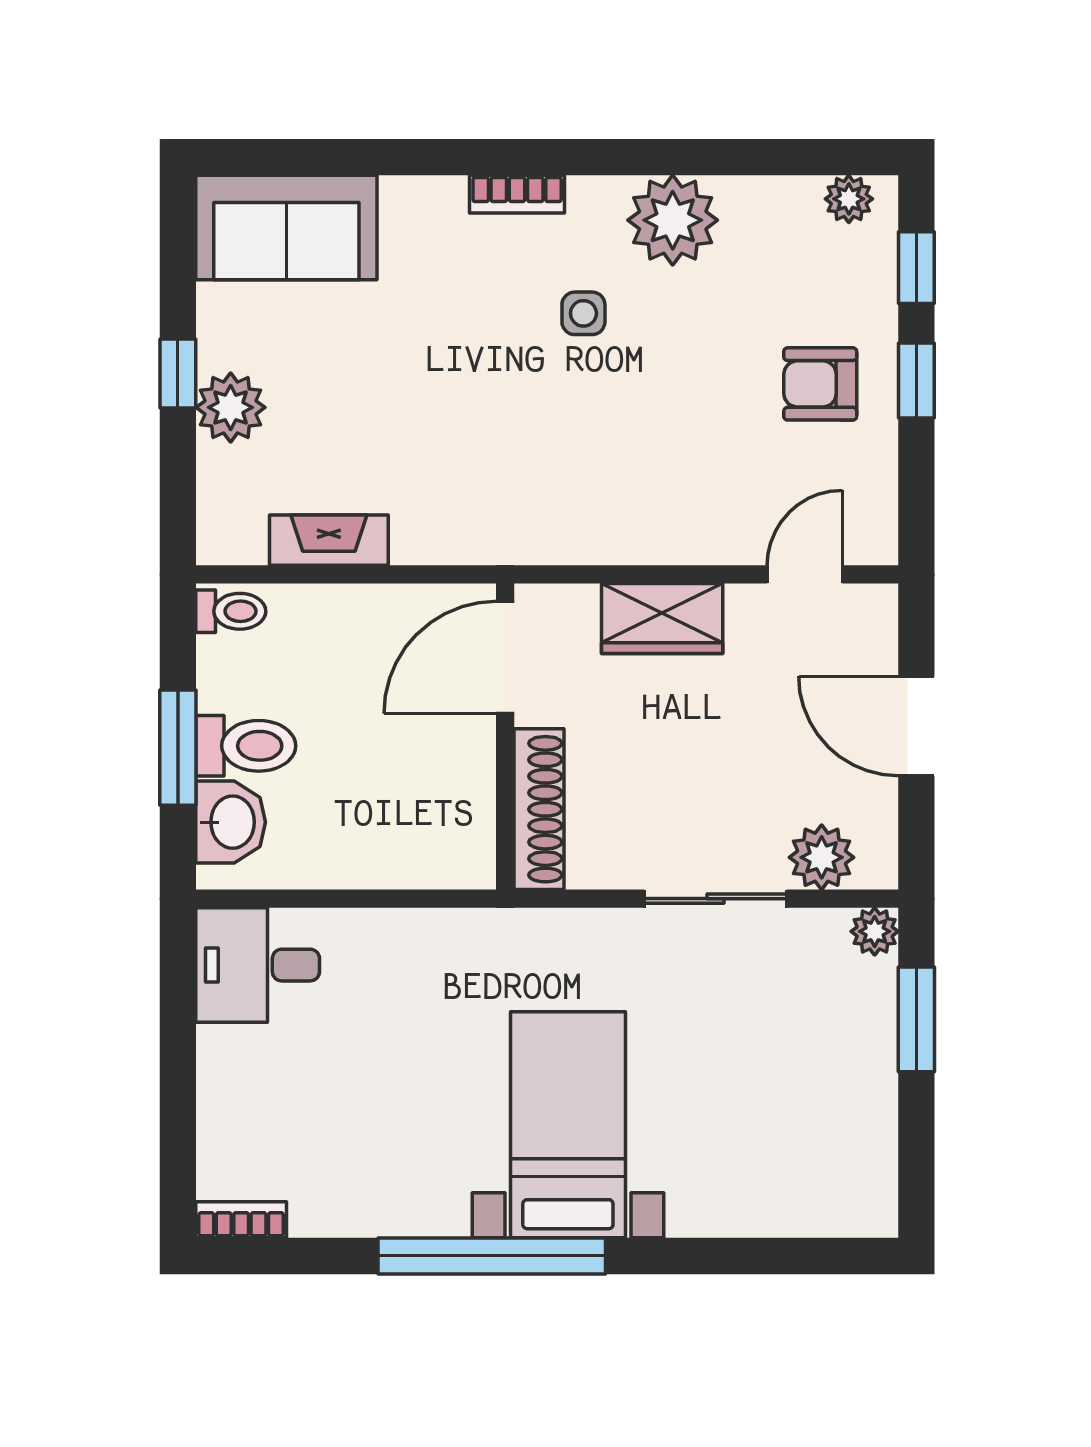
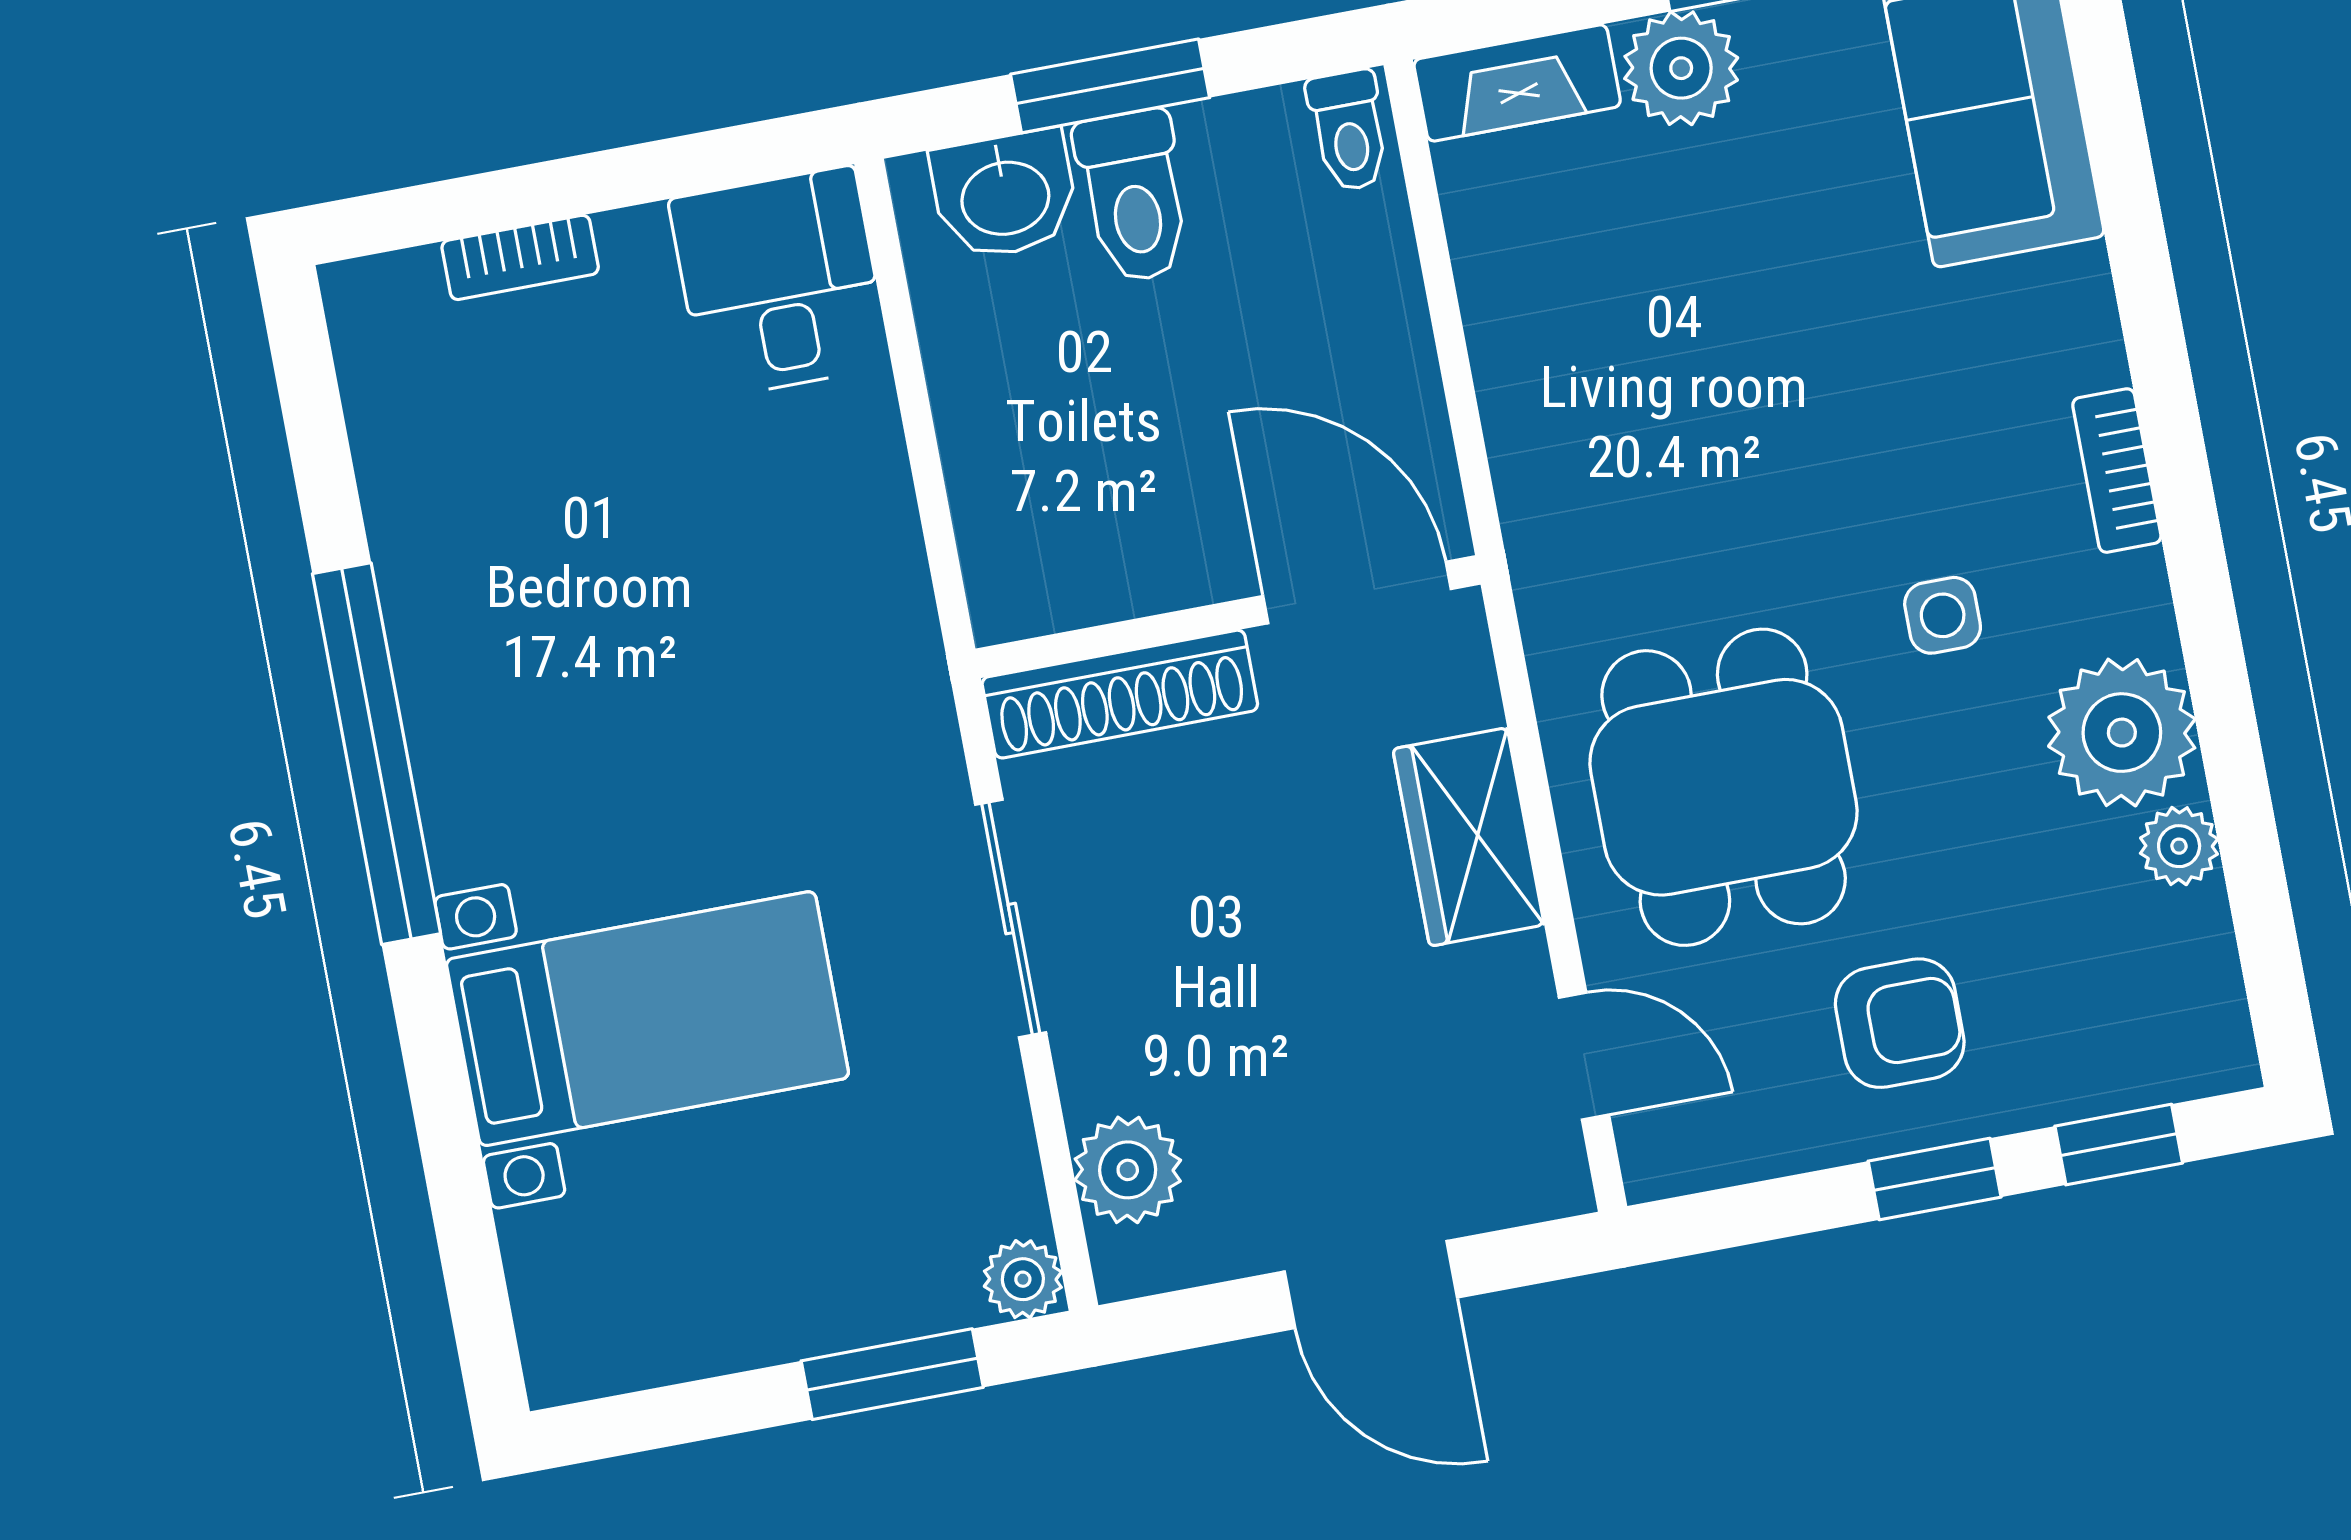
plant: (849, 199) -> (2179, 846), moved
armchair: (820, 384) -> (1900, 1023), turned 90
dining table: (661, 462) -> (1724, 787), added
fireplace: (329, 540) -> (1517, 83), moved, turned 90
door: (916, 726) -> (1371, 1285), swing flipped
sliding door: (715, 899) -> (1011, 919), moved
bed with nightstands: (568, 1125) -> (648, 1019), moved
bookcase: (241, 1220) -> (520, 257), moved, turned 90

